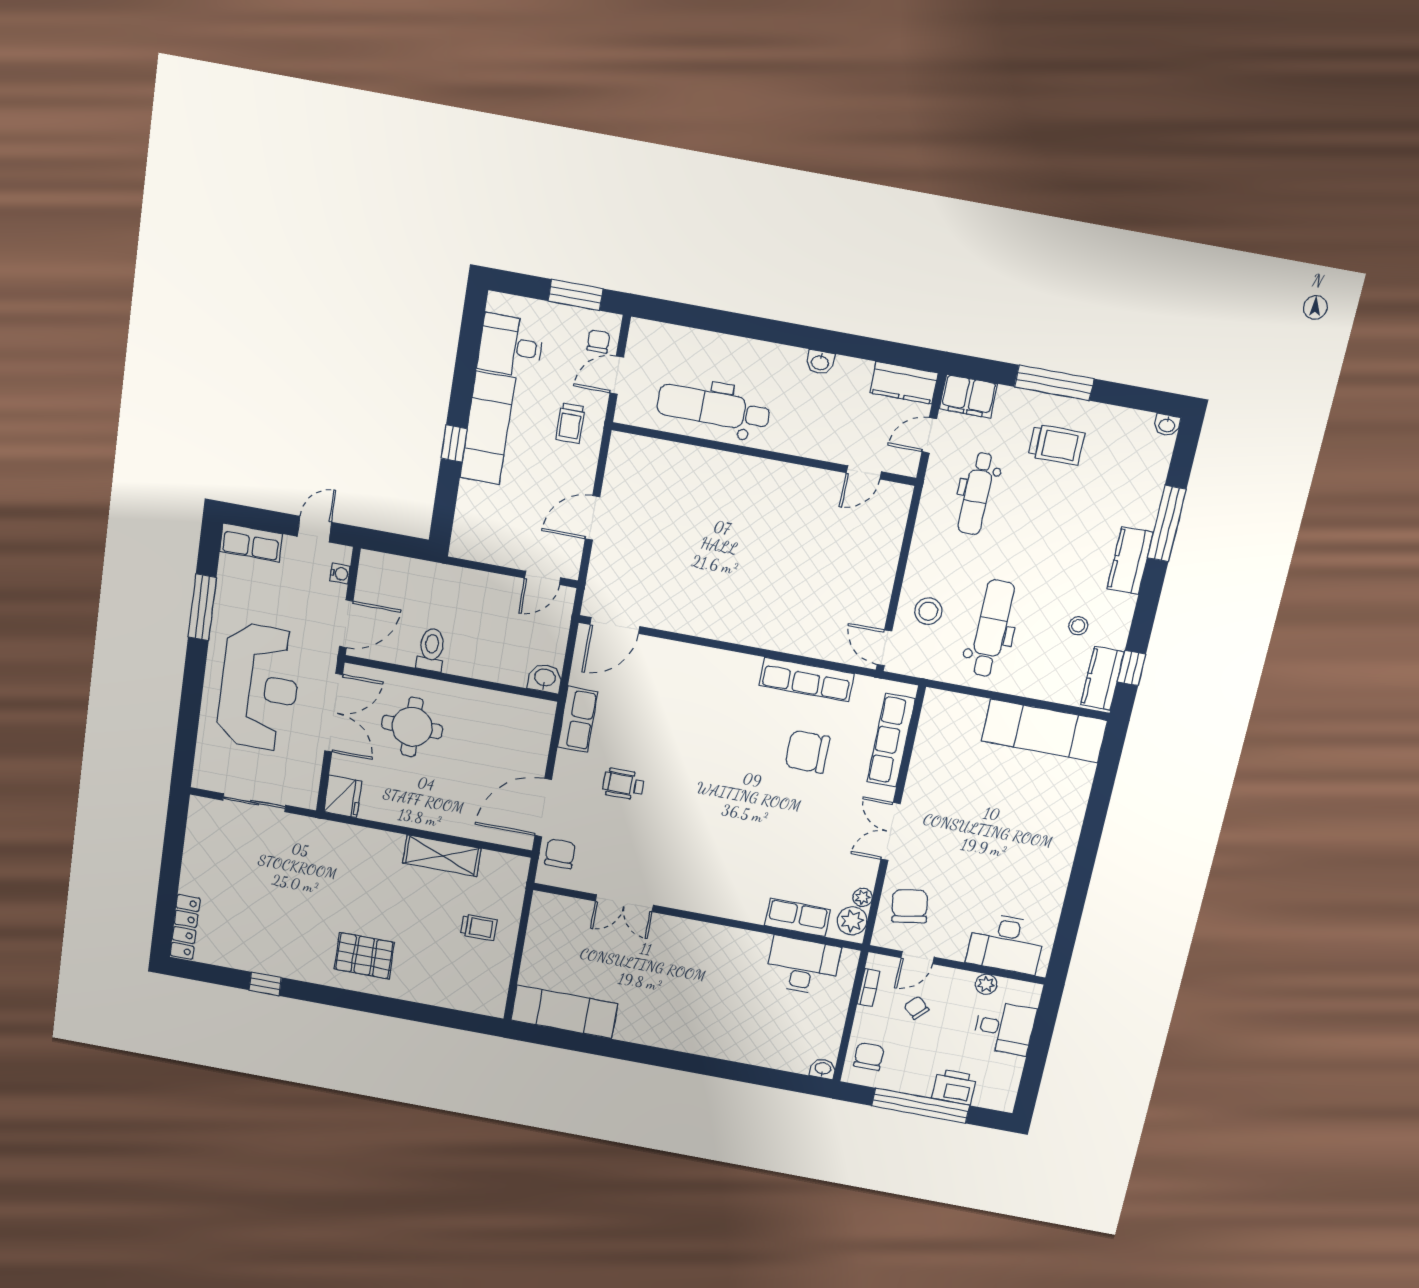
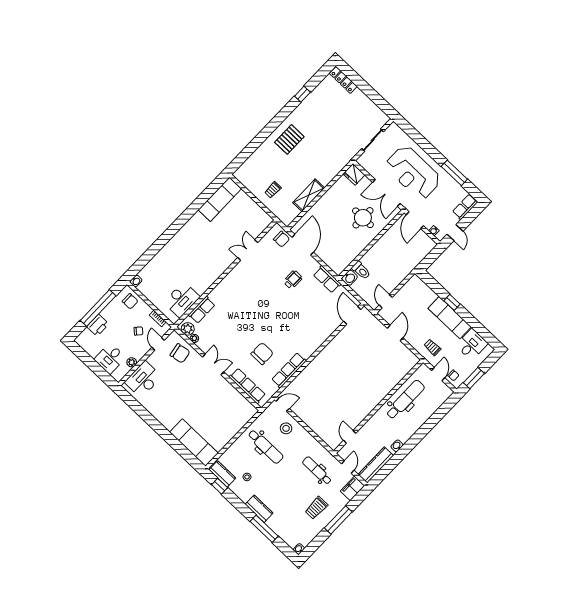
kitchen counter: (904, 383) -> (376, 465), width x1.50
toilet: (431, 650) -> (361, 270), moved
exam couch: (1044, 731) -> (194, 443), moved, turned 90

